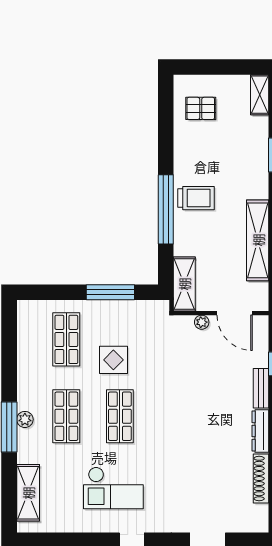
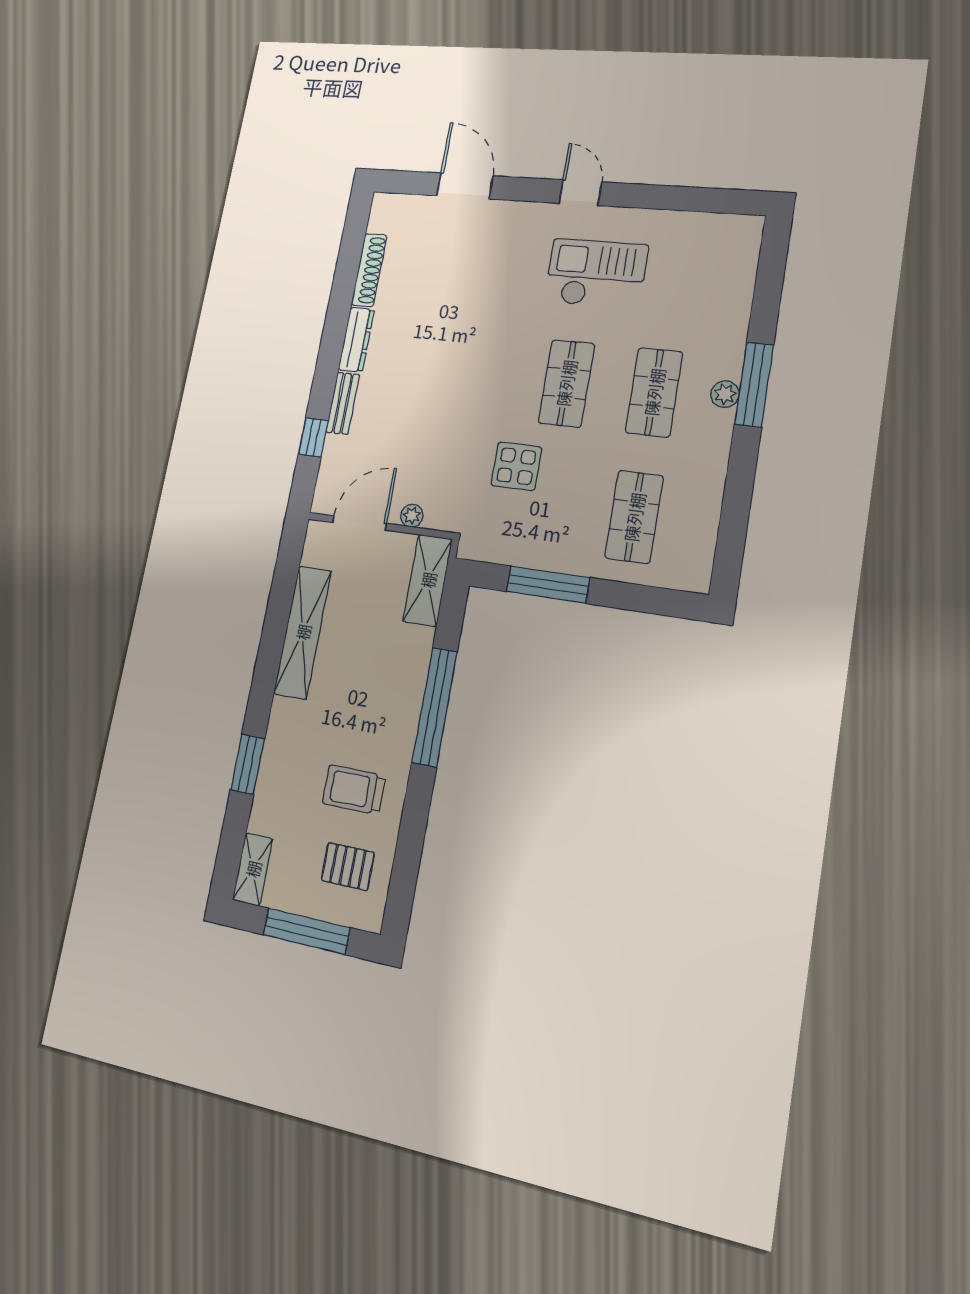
window: (219, 67) -> (306, 931), added
trolley: (196, 198) -> (354, 790), moved
door: (235, 313) -> (359, 523), hinge flipped
display table: (113, 360) -> (516, 466), moved
shelving: (28, 493) -> (737, 276), removed

